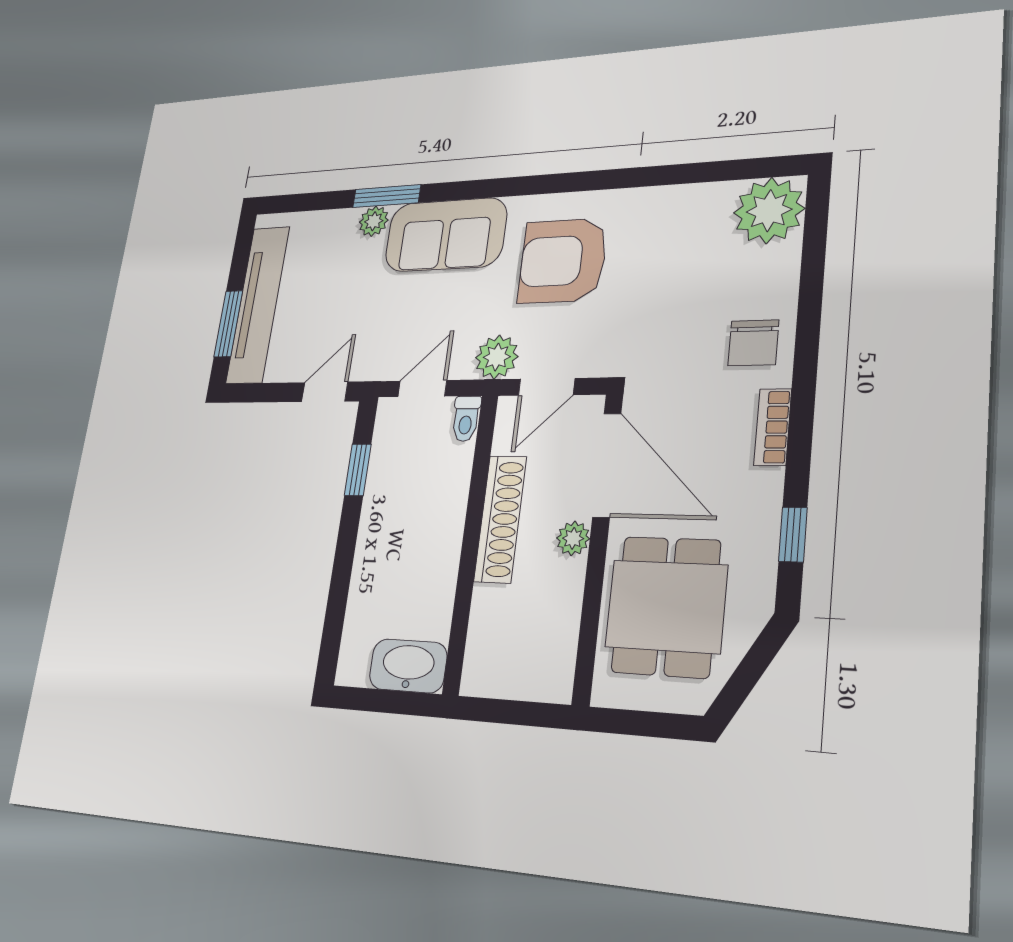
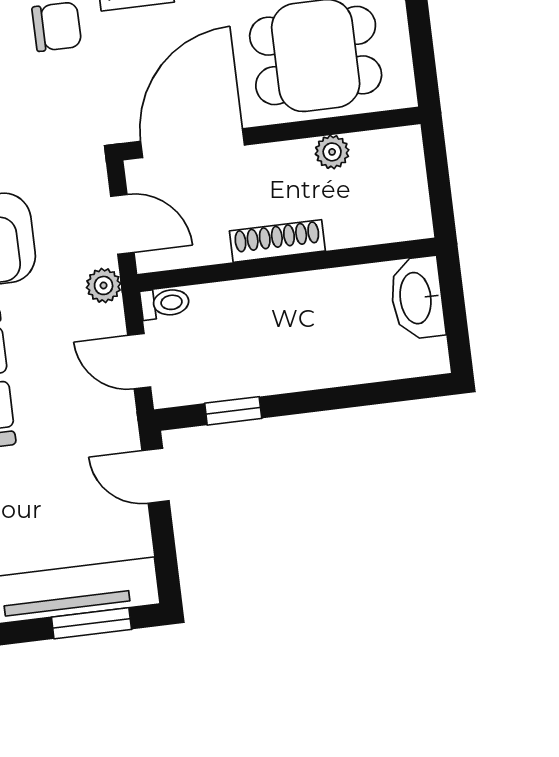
plant: (497, 357) -> (104, 285), width x0.73, depth x0.73
shoe rack: (500, 519) -> (277, 241), width x0.74, depth x0.81
plant: (573, 538) -> (332, 152), moved

